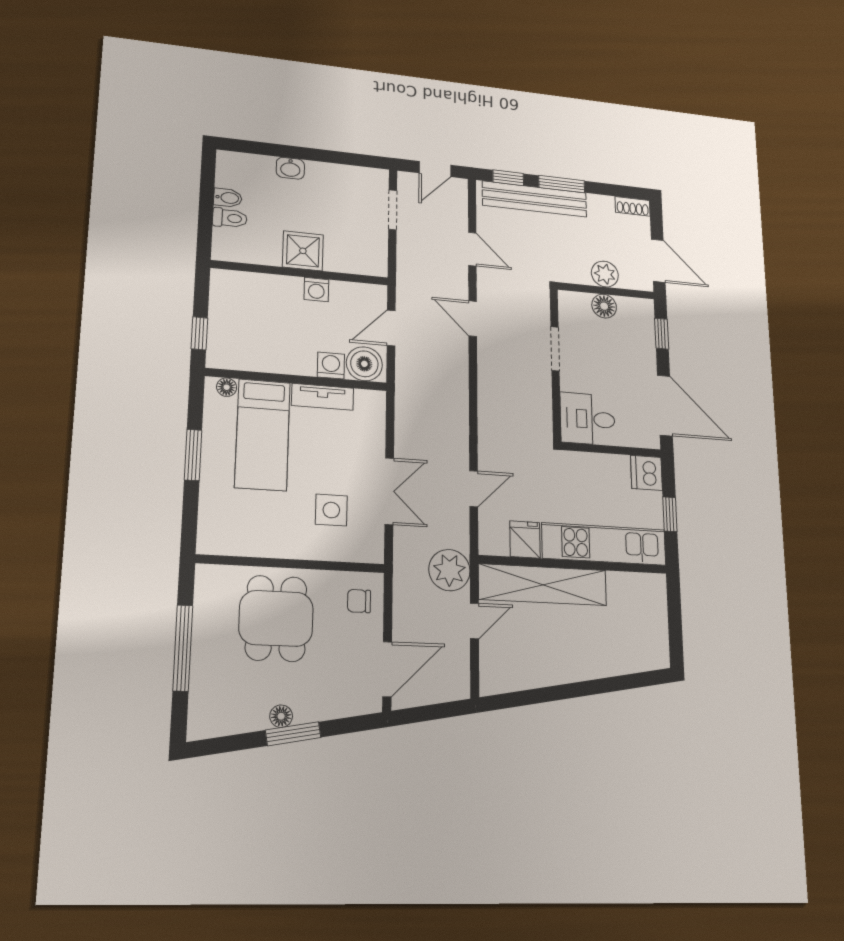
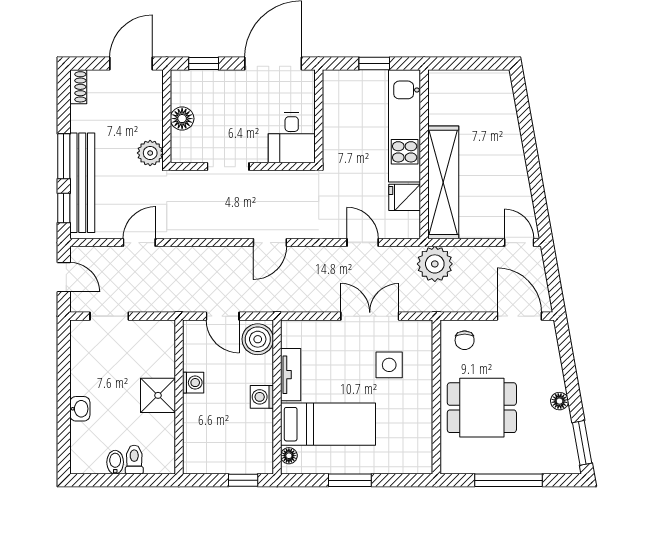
plant: (605, 274) -> (150, 153), moved
door: (473, 319) -> (270, 243), moved
washing machine: (331, 366) -> (262, 397), moved
dishwasher: (646, 473) -> (338, 84), removed
door: (474, 621) -> (519, 243), moved
window: (293, 734) -> (582, 443), moved

